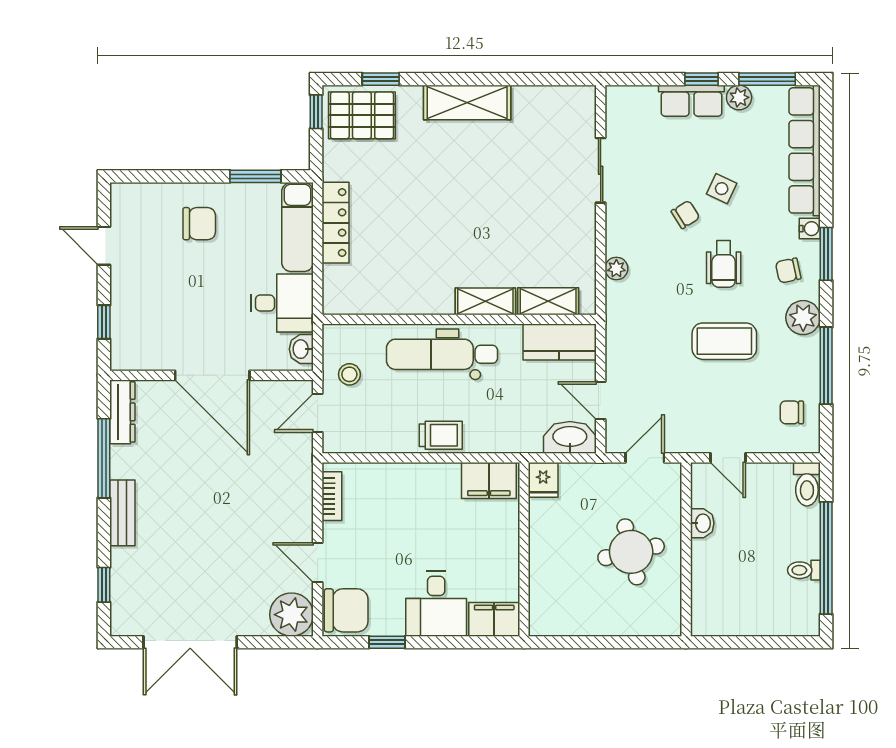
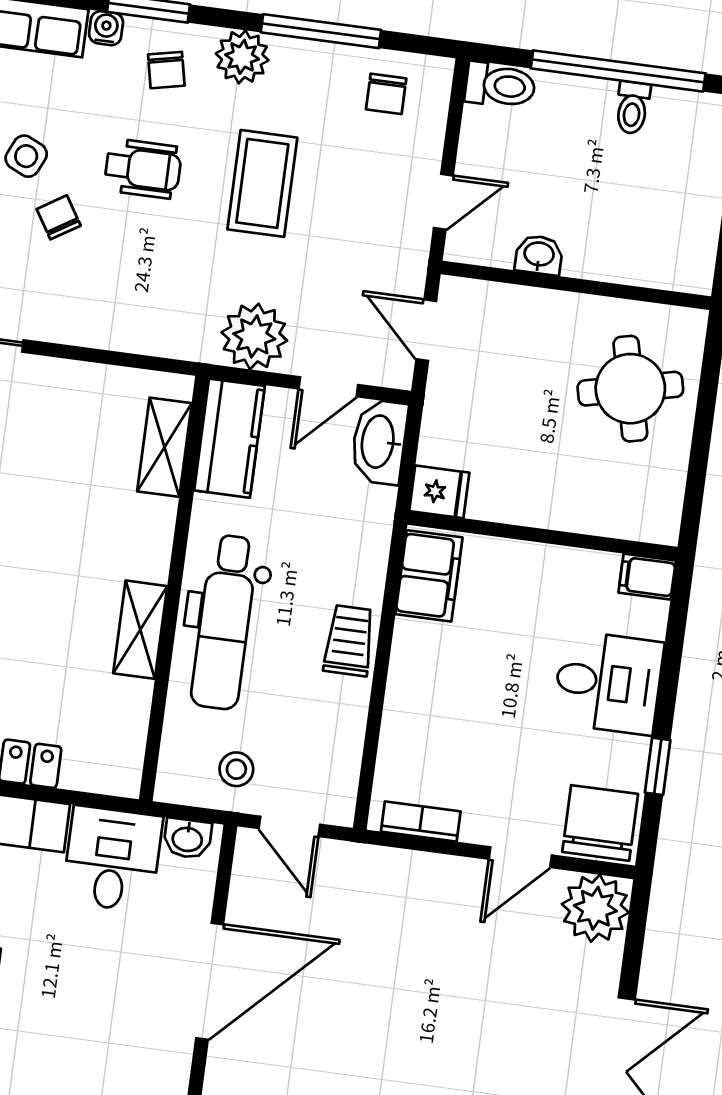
plant: (616, 269) -> (254, 336), moved, width x1.88, depth x1.88
shelving: (485, 301) -> (140, 630), moved
round table: (631, 552) -> (630, 389), moved
filing cabinet: (494, 619) -> (647, 577), width x0.50

